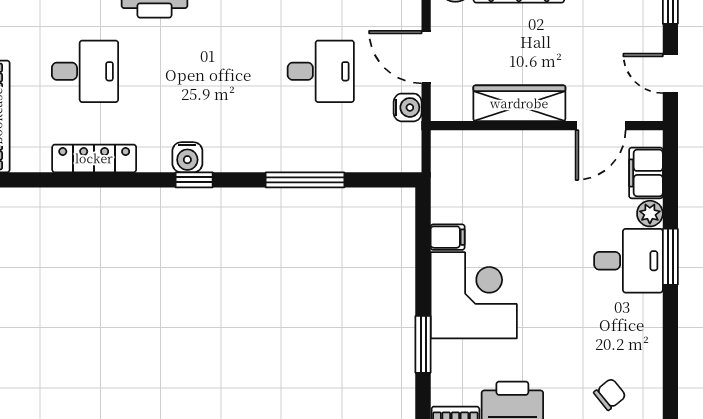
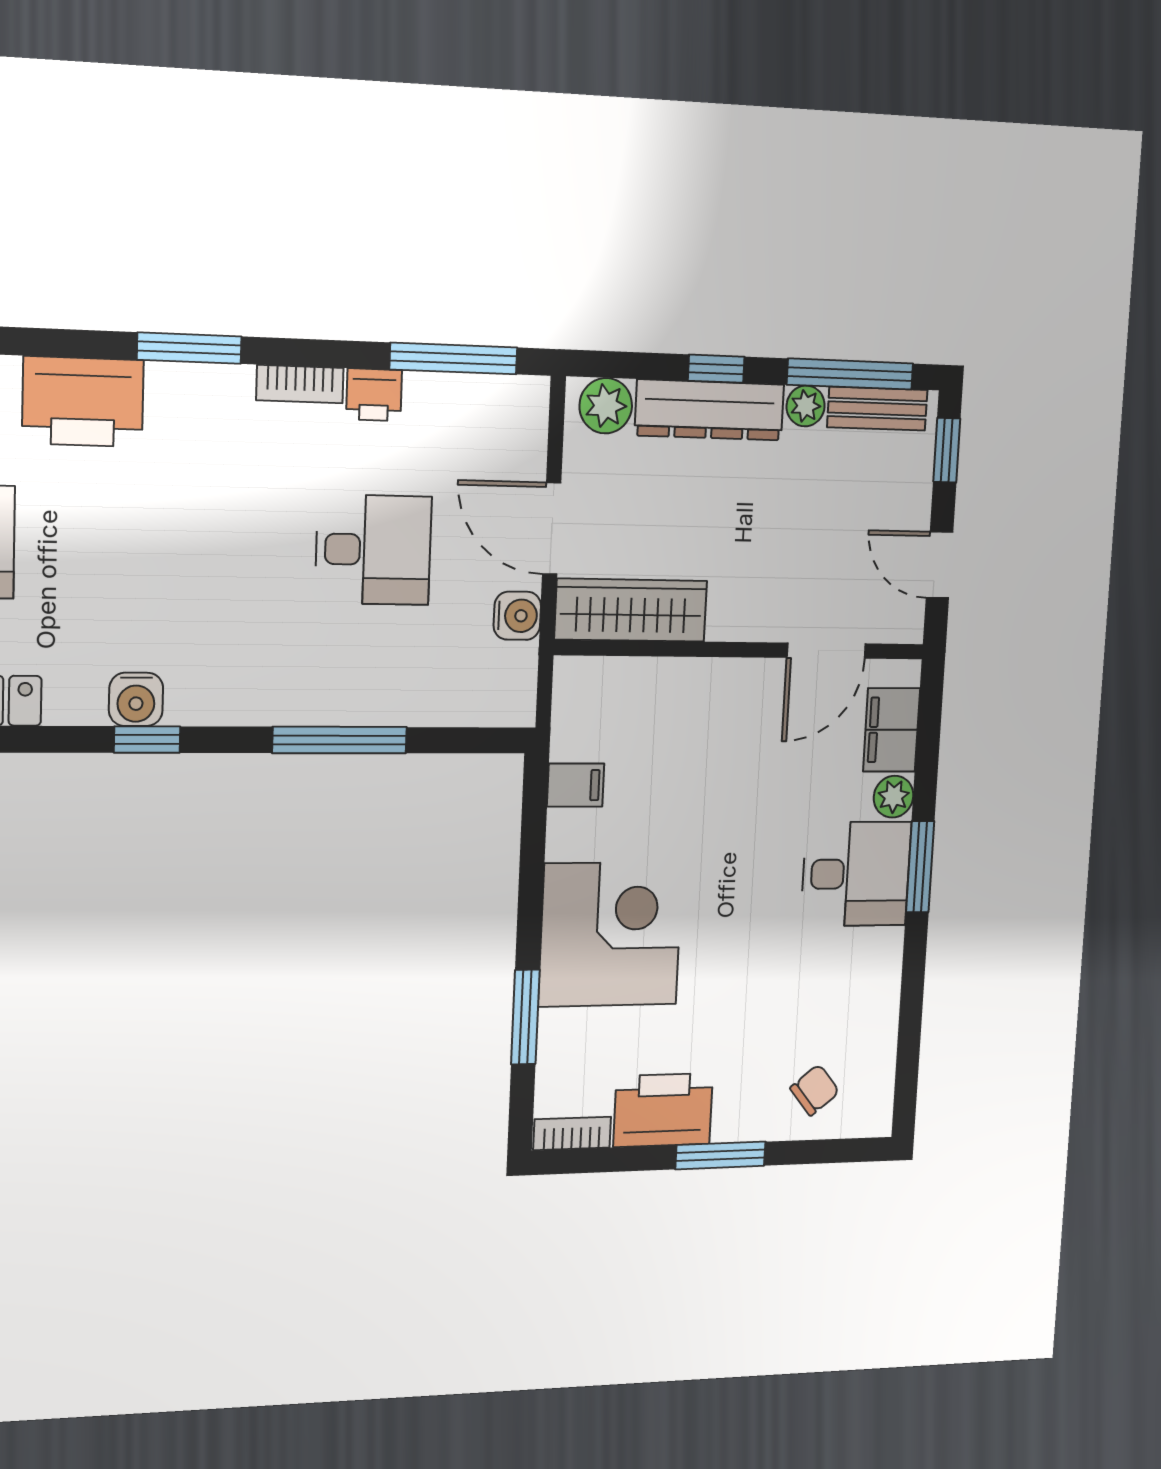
wardrobe: (519, 103) -> (631, 610), moved
filing cabinet: (448, 237) -> (576, 785), moved

